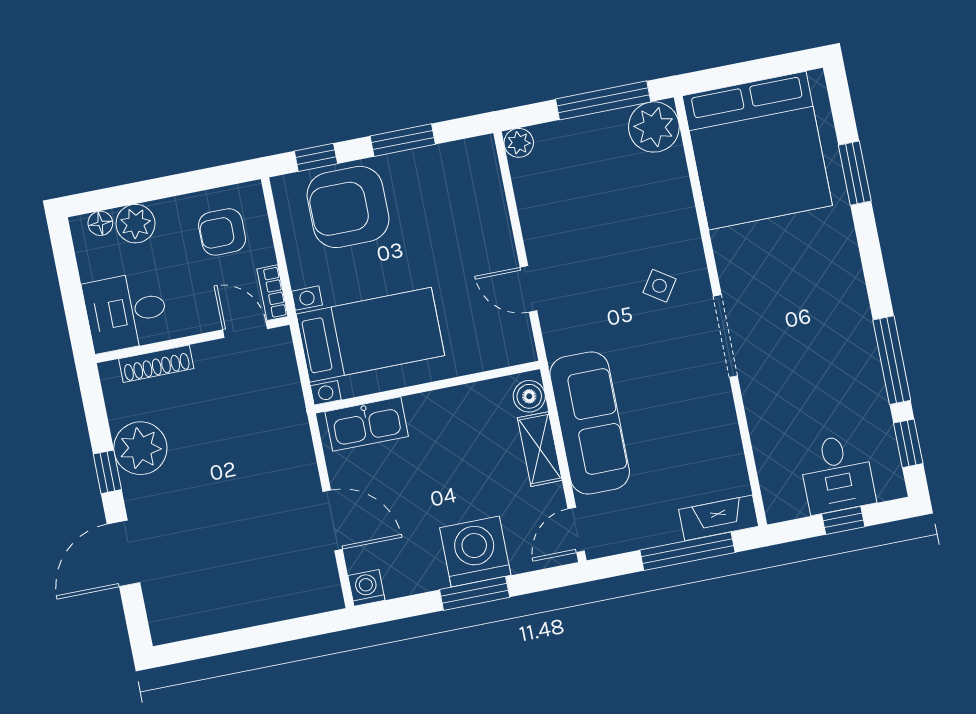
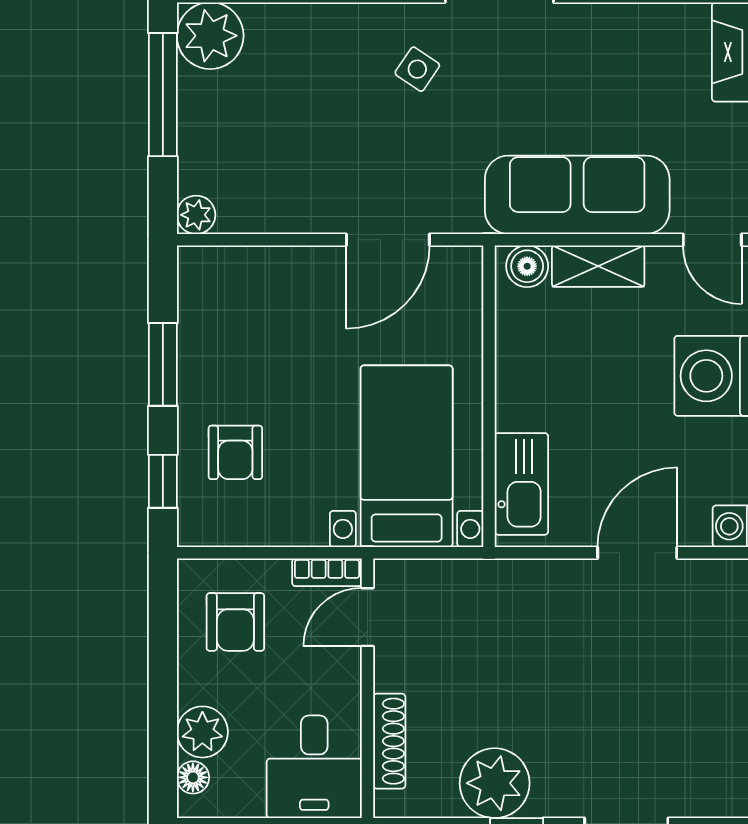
armchair: (348, 207) -> (235, 452), width x0.53, depth x0.53
door: (528, 289) -> (388, 240), width x1.38

